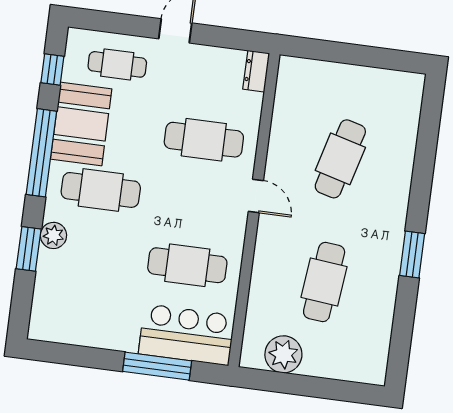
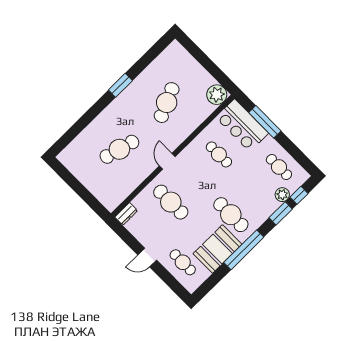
window: (52, 69) -> (299, 195), moved
plant: (53, 235) -> (282, 195), moved
cafe table: (187, 265) -> (219, 154), width x0.73, depth x0.74
cafe table: (324, 282) -> (167, 103), turned -30
cafe table: (84, 315) -> (279, 167), added
plant: (283, 354) -> (217, 95), moved

